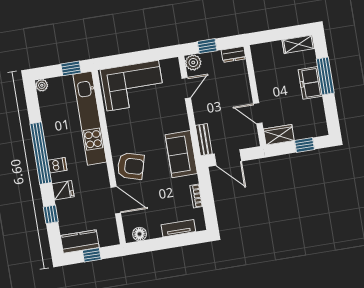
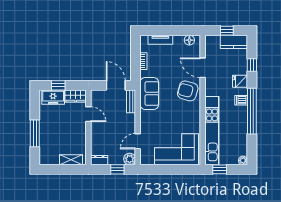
shelving: (298, 44) -> (71, 160), moved
freezer: (310, 83) -> (53, 97), moved, turned 90

